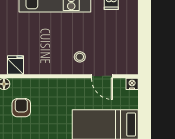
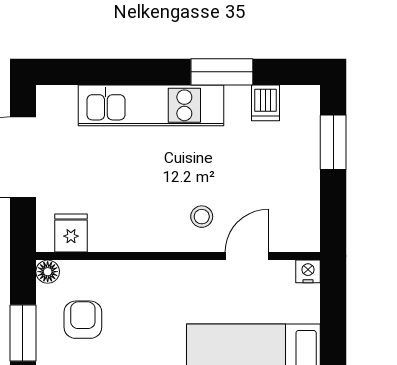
window: (144, 20) -> (333, 142), added
door: (102, 76) -> (247, 256), swing flipped

